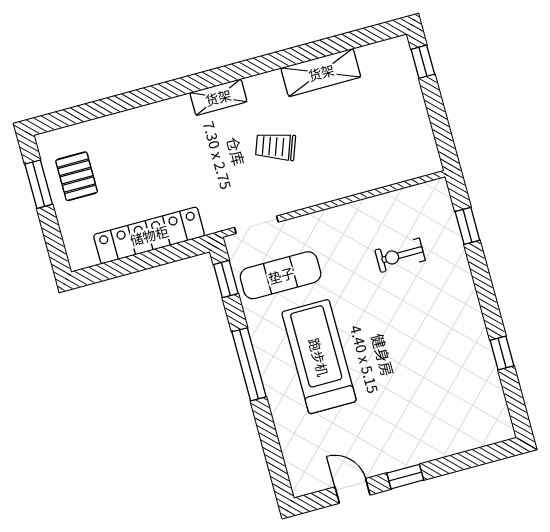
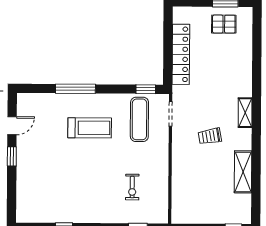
trolley: (276, 147) -> (210, 136), turned -120
exercise bike: (400, 255) -> (132, 187), turned 180
treadmill: (319, 357) -> (90, 128), width x0.73, depth x0.73
window: (249, 364) -> (75, 89), moved

